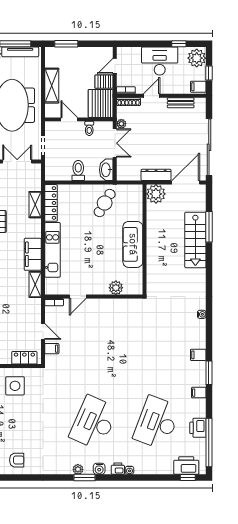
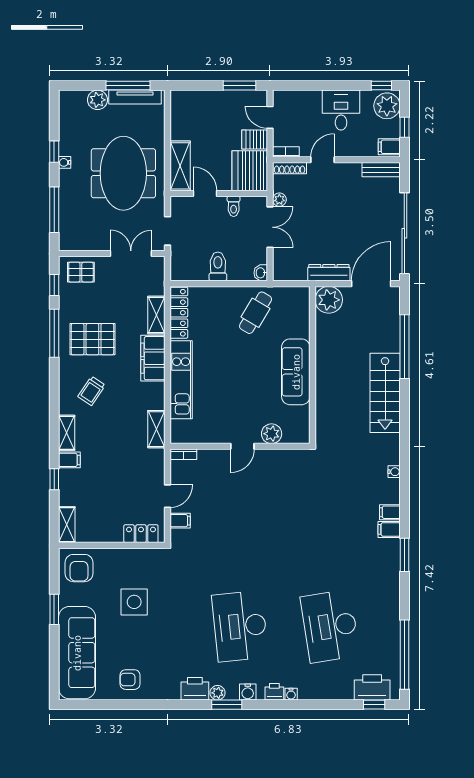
window: (66, 44) -> (240, 86), moved
window: (179, 44) -> (381, 86), moved
desk: (160, 61) -> (341, 110), width x0.73
door: (115, 66) -> (270, 117), hinge flipped
shelving: (52, 86) -> (180, 166), moved
bench: (181, 103) -> (381, 170), moved
washbasin: (106, 170) -> (261, 273), width x0.52, depth x0.69
window: (209, 227) -> (404, 347), width x1.46
stairs: (195, 240) -> (385, 393), moved
filing cabinet: (33, 254) -> (153, 358), moved
door: (78, 297) -> (242, 446), moved
door: (43, 331) -> (167, 496), hinge flipped
side table: (15, 386) -> (134, 602), moved
filing cabinet: (199, 393) -> (390, 512), moved
desk: (94, 423) -> (240, 626), turned -30
desk: (157, 423) -> (330, 626), turned -30
printer: (198, 428) -> (195, 689), moved, turned 90
armchair: (17, 460) -> (130, 680), turned 180

